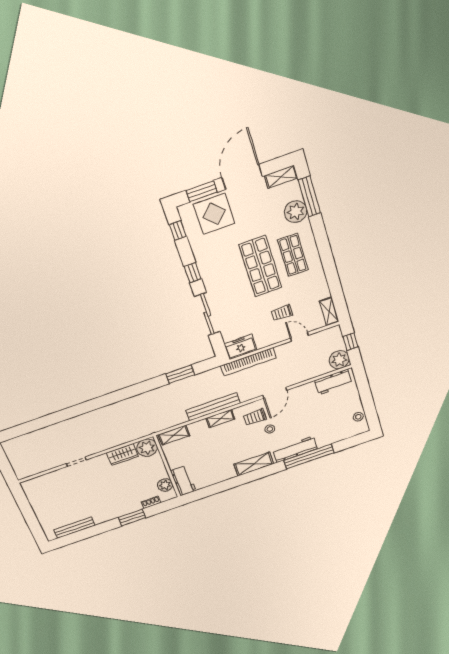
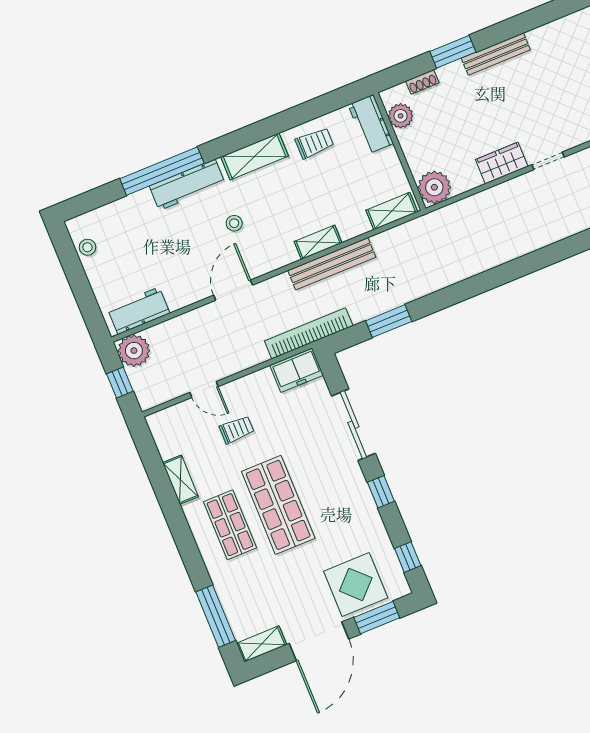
plant: (296, 212) -> (234, 592), removed
shelving: (329, 311) -> (180, 480), moved
bookcase: (248, 362) -> (309, 333), moved
trolley: (255, 417) -> (314, 143), moved
wardrobe: (122, 454) -> (502, 163), moved
bench: (74, 528) -> (496, 54), moved

